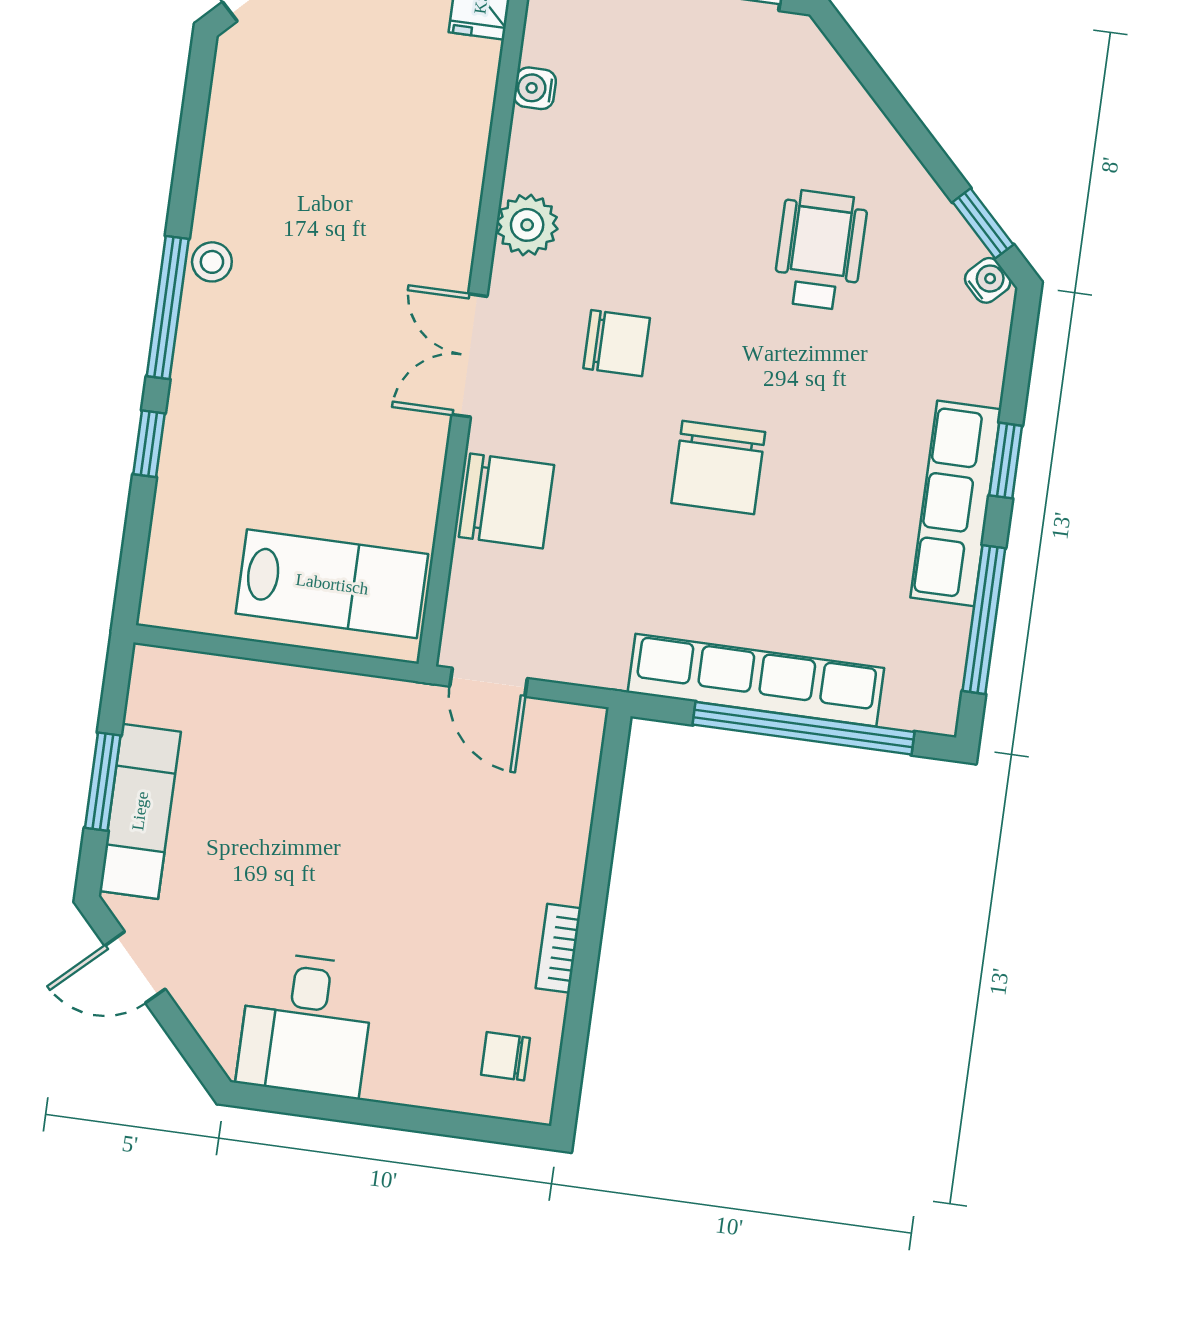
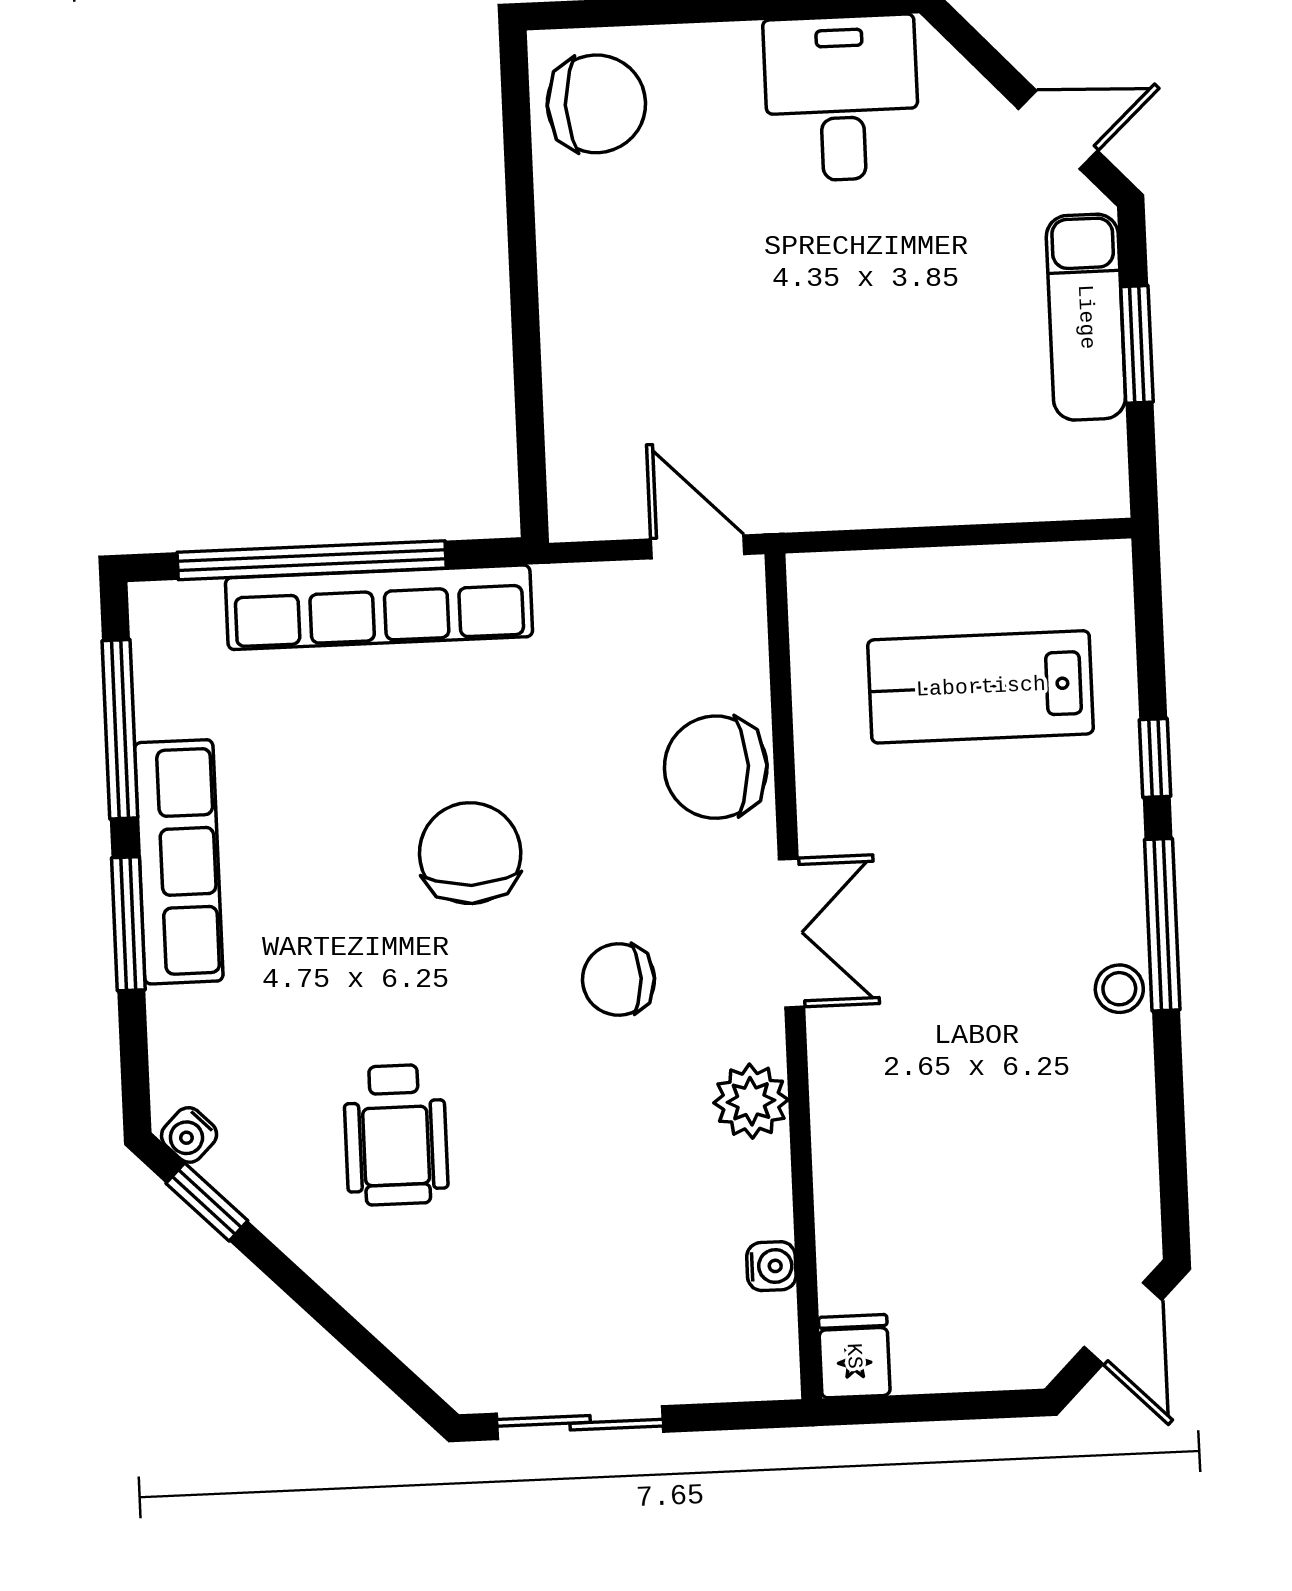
window: (1006, 461) -> (128, 924), width x1.50
lab bench: (332, 584) -> (981, 687), moved
bookcase: (558, 948) -> (557, 244), removed
chair: (505, 1056) -> (596, 104), width x1.87, depth x1.87

